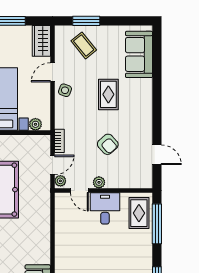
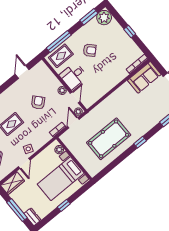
door: (52, 72) -> (24, 163), hinge flipped
door: (52, 165) -> (73, 123), hinge flipped
armchair: (119, 250) -> (90, 50), added

